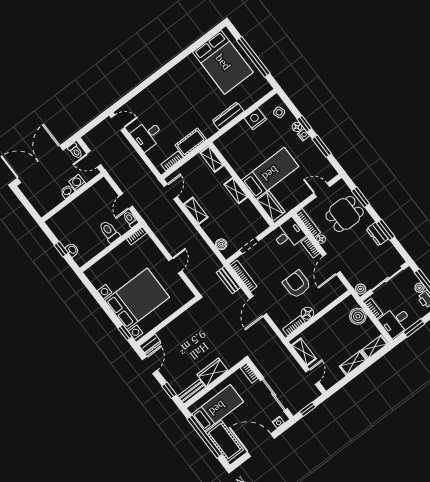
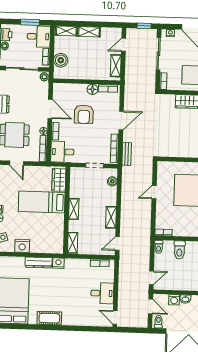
nightstand: (210, 130) -> (58, 263), added
cot: (191, 142) -> (49, 318), moved
door: (126, 201) -> (151, 278), moved
door: (331, 264) -> (50, 109), hinge flipped

